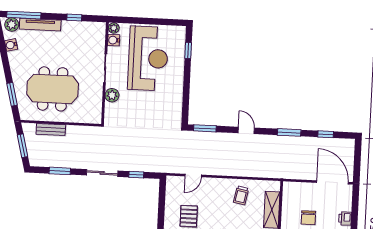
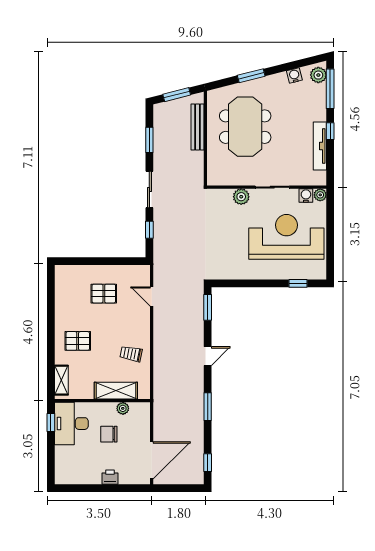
window: (74, 18) -> (330, 131), moved
tv unit: (40, 25) -> (320, 146), moved
reception desk: (148, 58) -> (286, 237), turned 180
window: (12, 94) -> (251, 76), moved
bench: (51, 129) -> (198, 127), width x1.36
window: (326, 134) -> (208, 463), moved
plant: (287, 205) -> (123, 408), added

